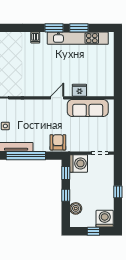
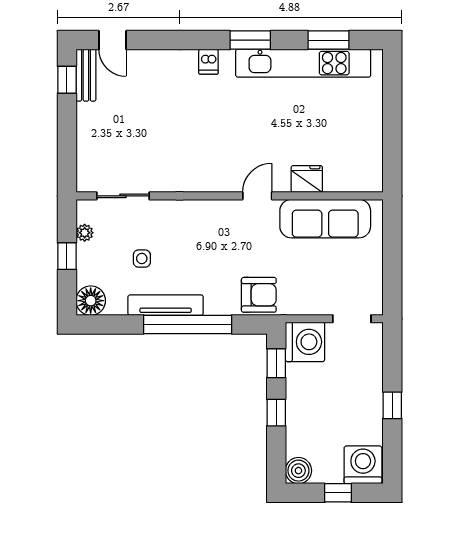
window: (79, 28) -> (328, 40), moved
armchair: (58, 142) -> (259, 295), turned 90
boiler: (76, 208) -> (298, 471), moved

